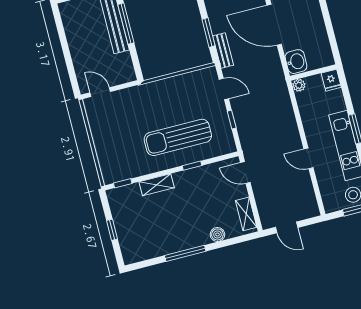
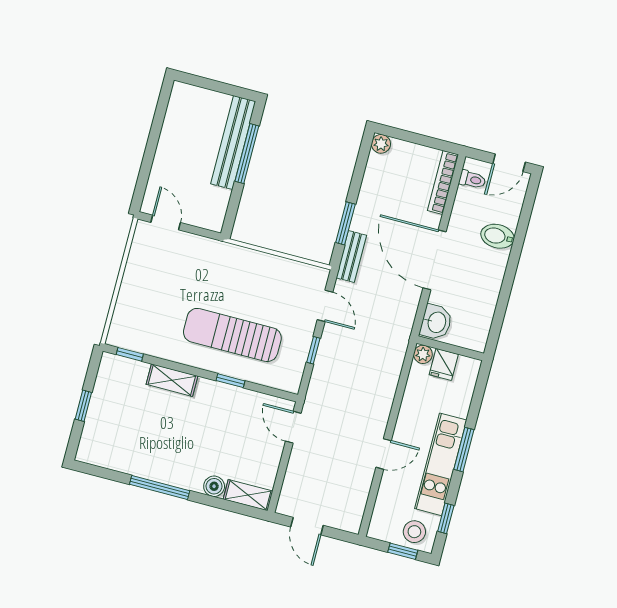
fridge: (331, 80) -> (444, 364), moved
door: (309, 158) -> (384, 454), swing flipped
shelving: (246, 214) -> (248, 495), moved, turned 90

